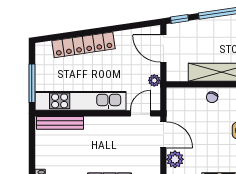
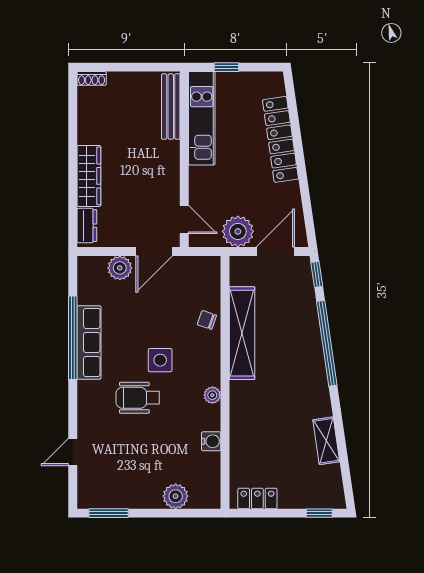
plant: (154, 80) -> (238, 231), width x1.88, depth x1.88
window: (32, 83) -> (227, 67), width x0.46
kitchen unit: (81, 101) -> (202, 118), width x0.73

